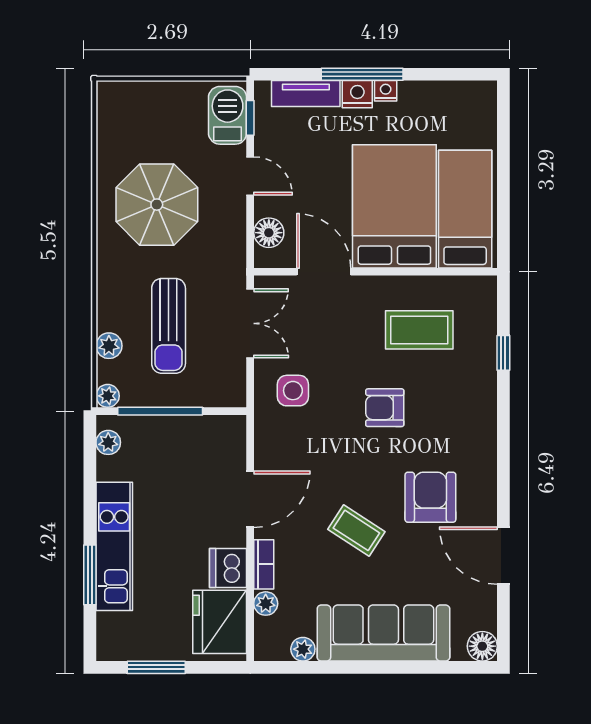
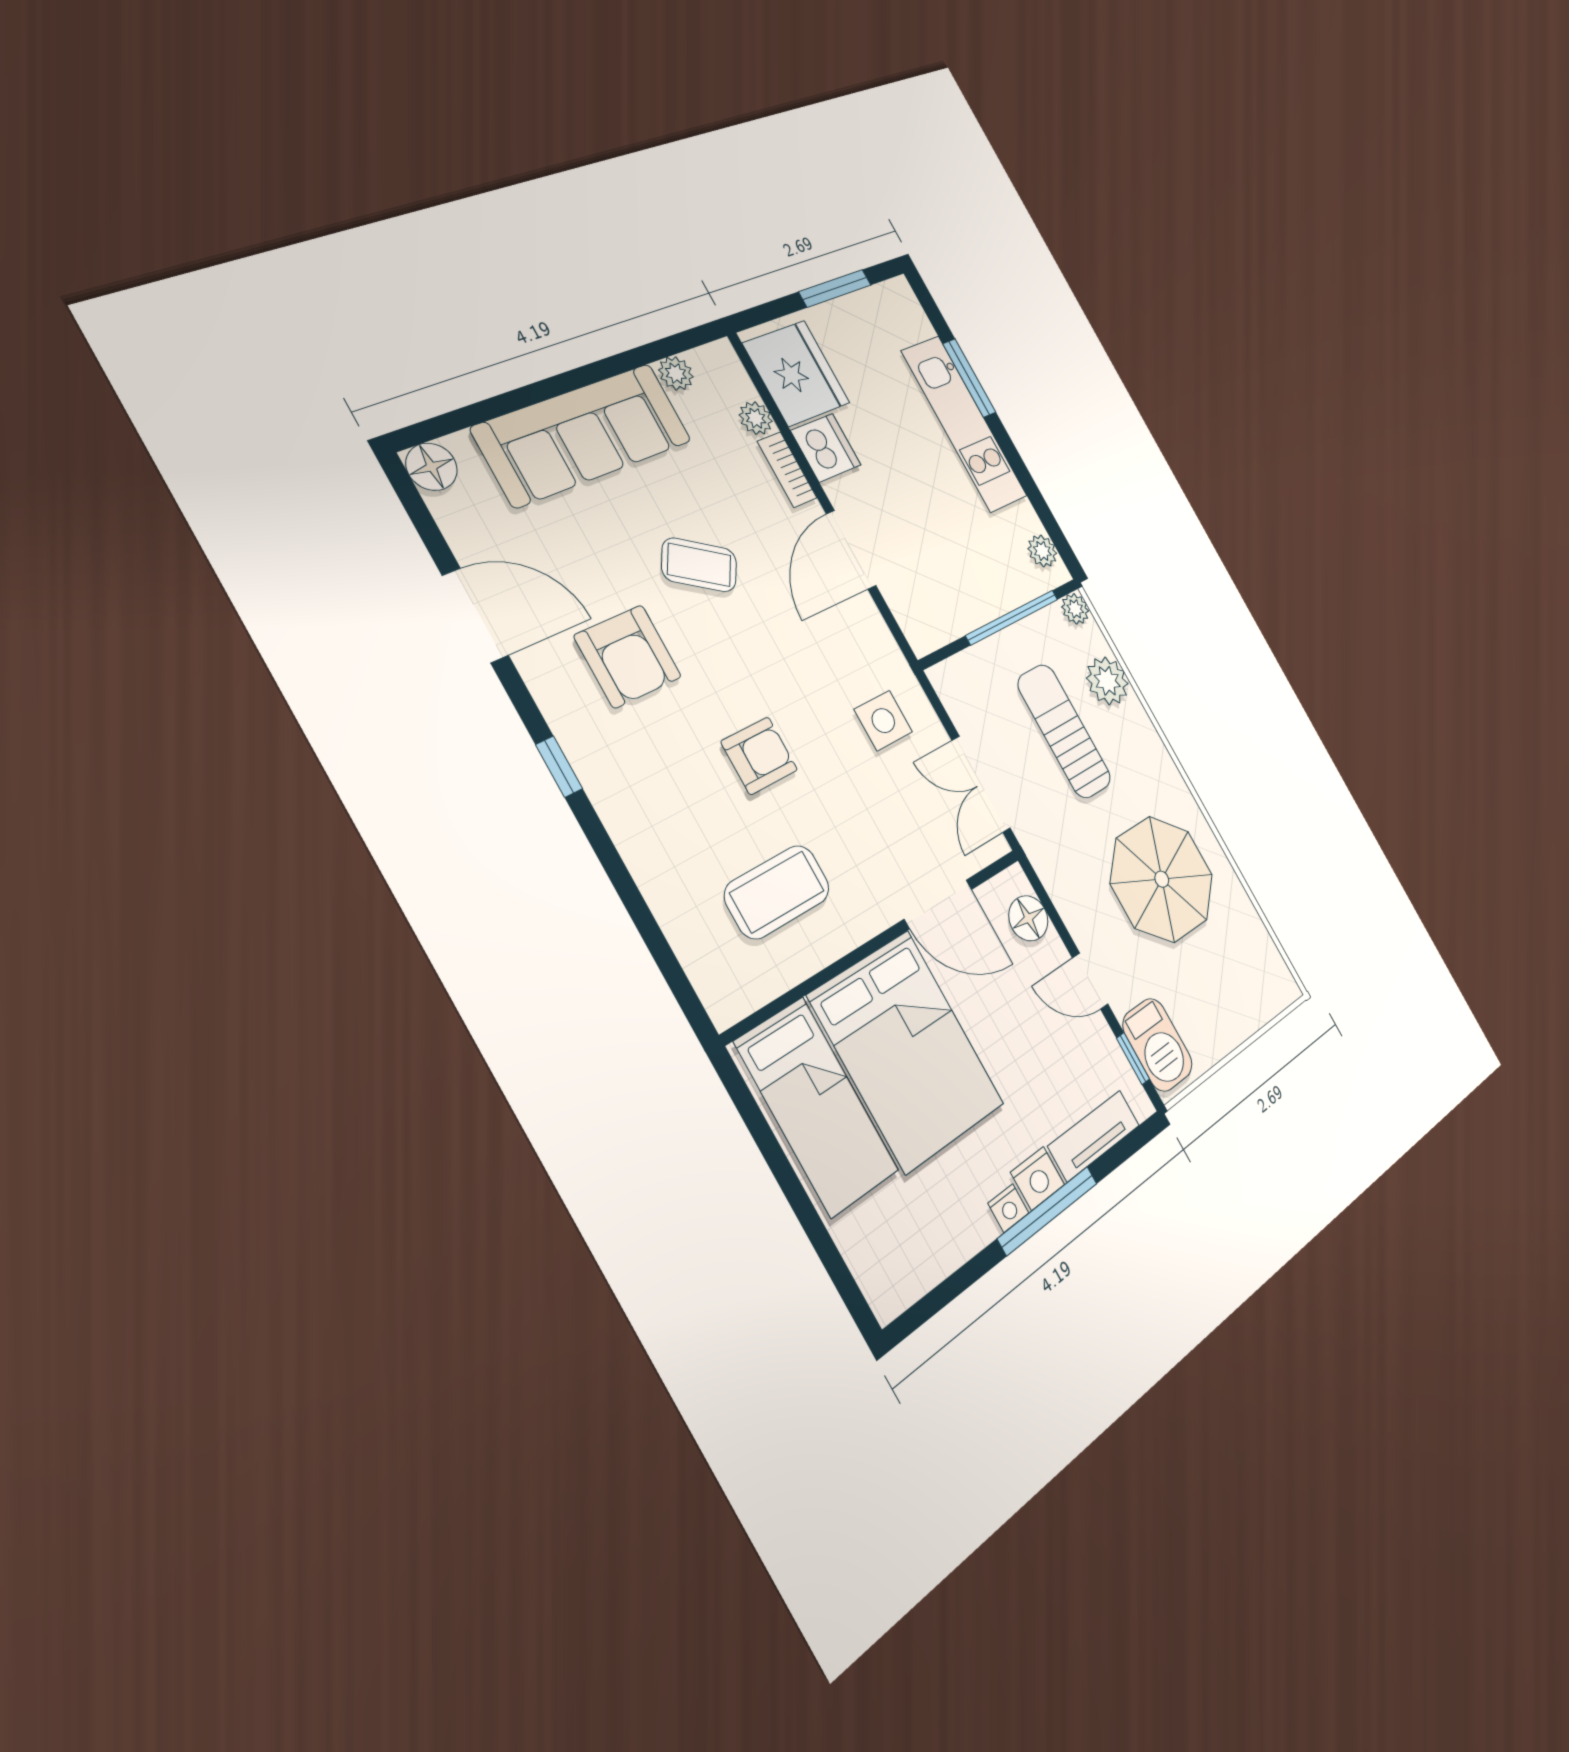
plant: (109, 346) -> (1107, 681), width x1.38, depth x1.38
window: (503, 353) -> (559, 767), moved

